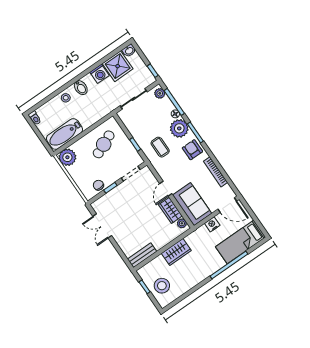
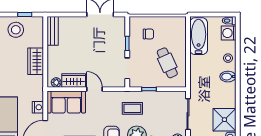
washing machine: (99, 74) -> (229, 33), moved
plant: (67, 157) -> (177, 25), removed
chair: (98, 185) -> (148, 34), moved

